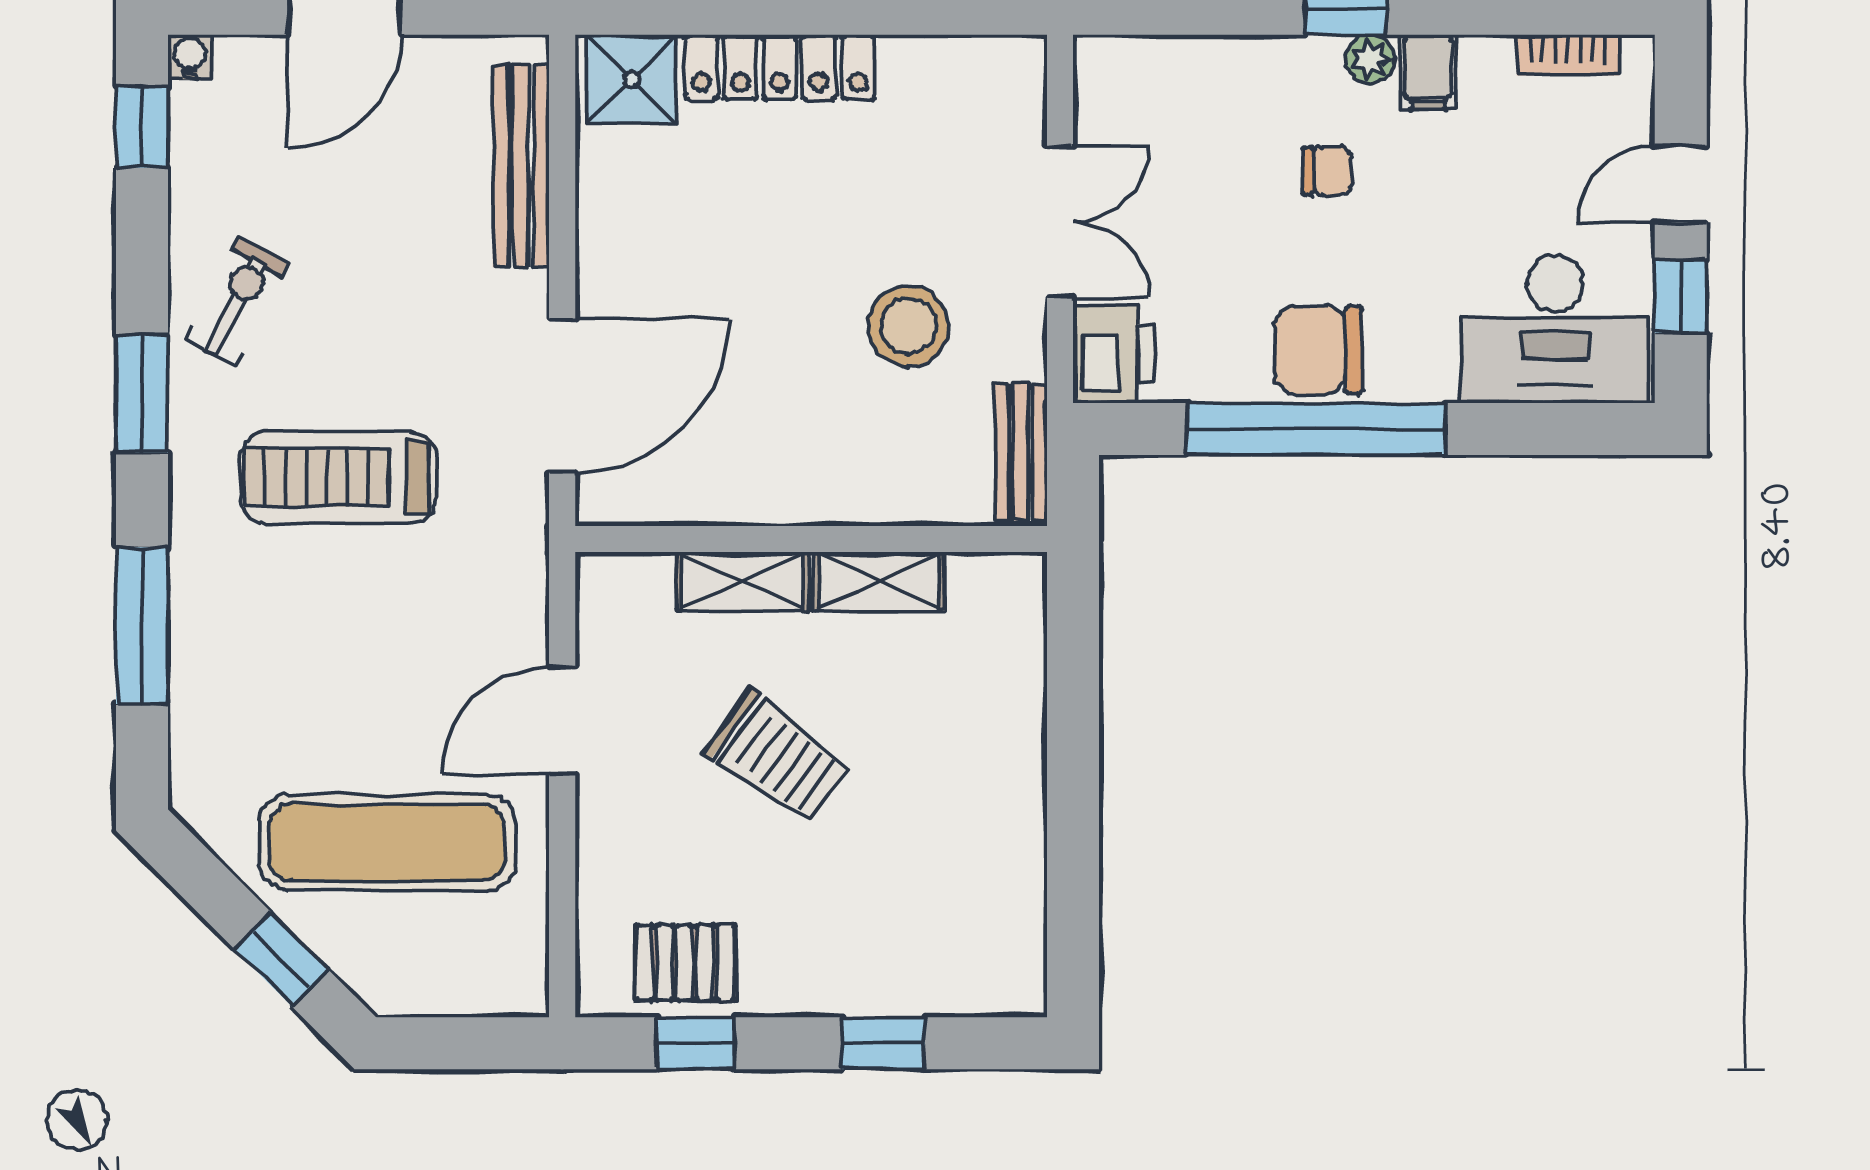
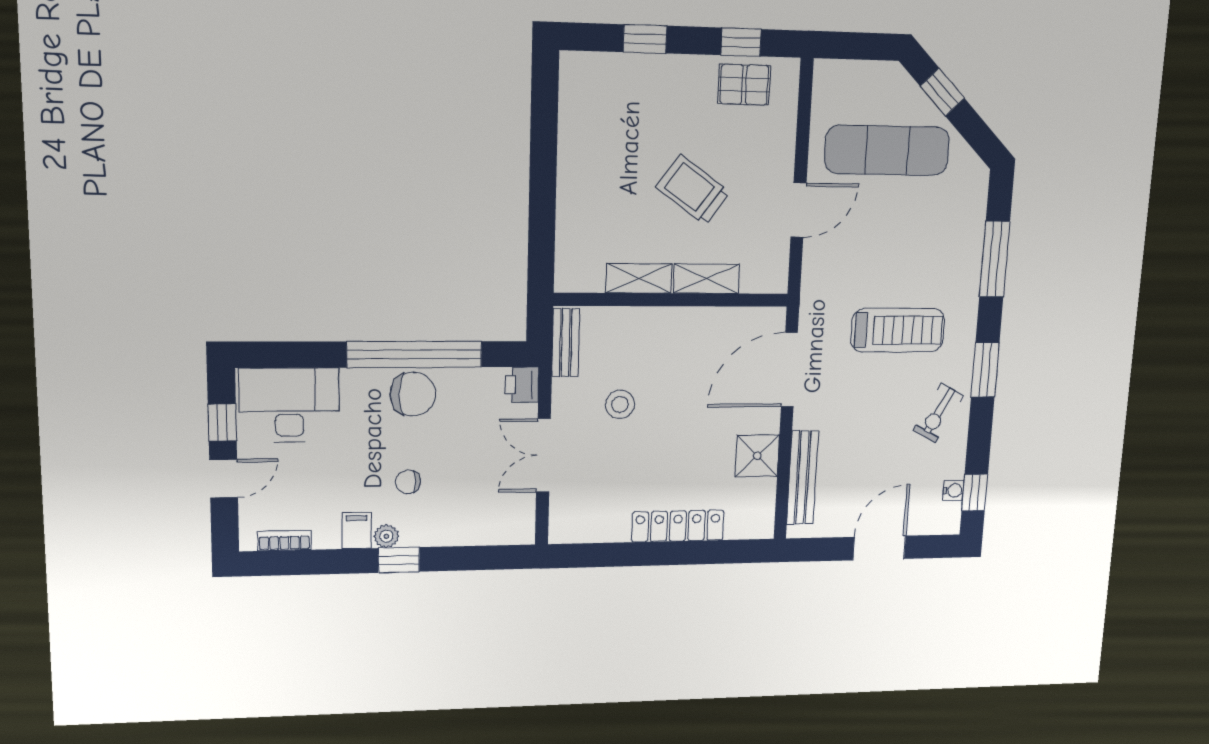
water cooler: (190, 57) -> (953, 490), moved, turned -90
shower: (632, 79) -> (757, 456), moved
stool: (908, 326) -> (620, 404), width x0.73, depth x0.73
printer: (1113, 354) -> (522, 385), width x0.73, depth x0.81

